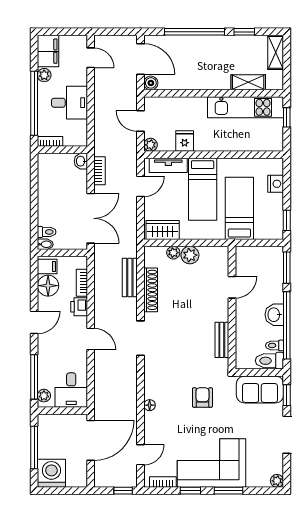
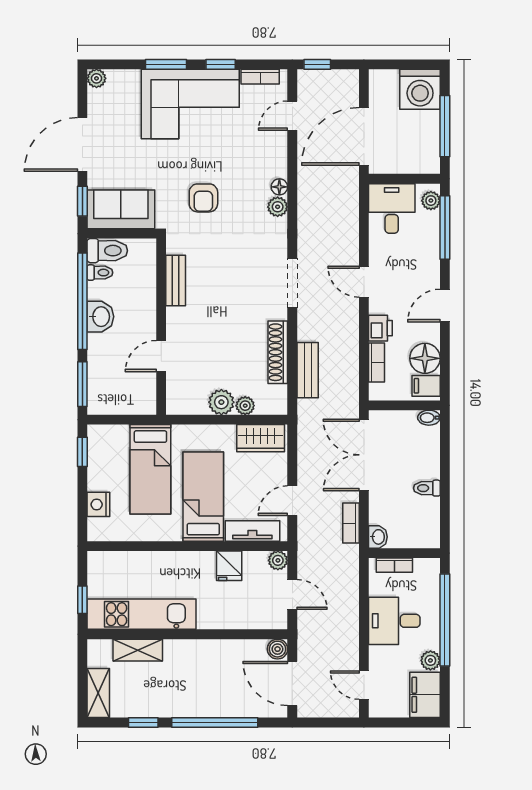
bookcase: (50, 141) -> (394, 565), moved
toilet: (47, 232) -> (427, 488), moved
plant: (151, 391) -> (278, 207), added

